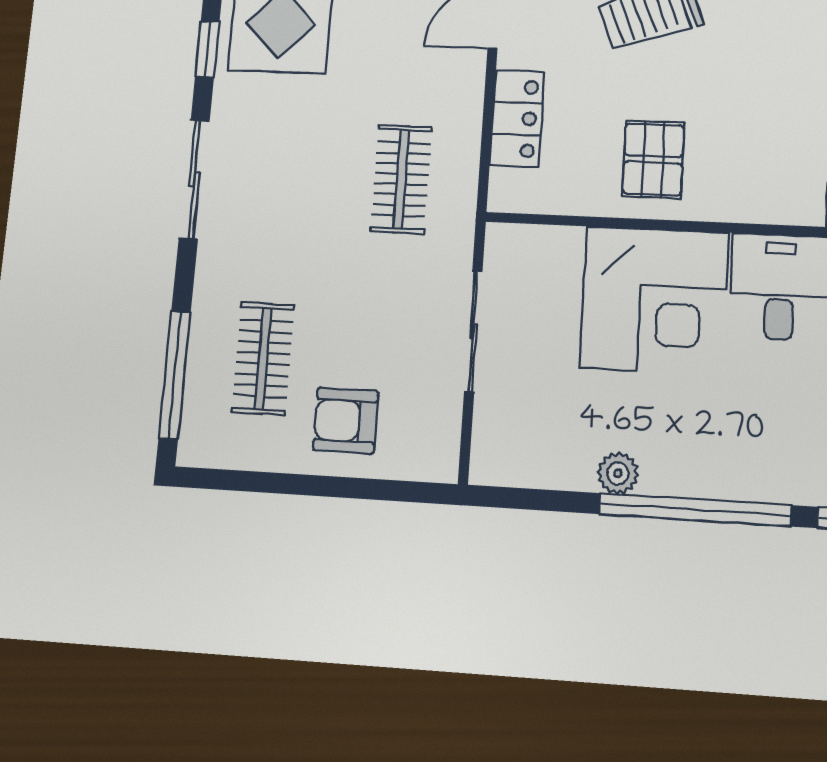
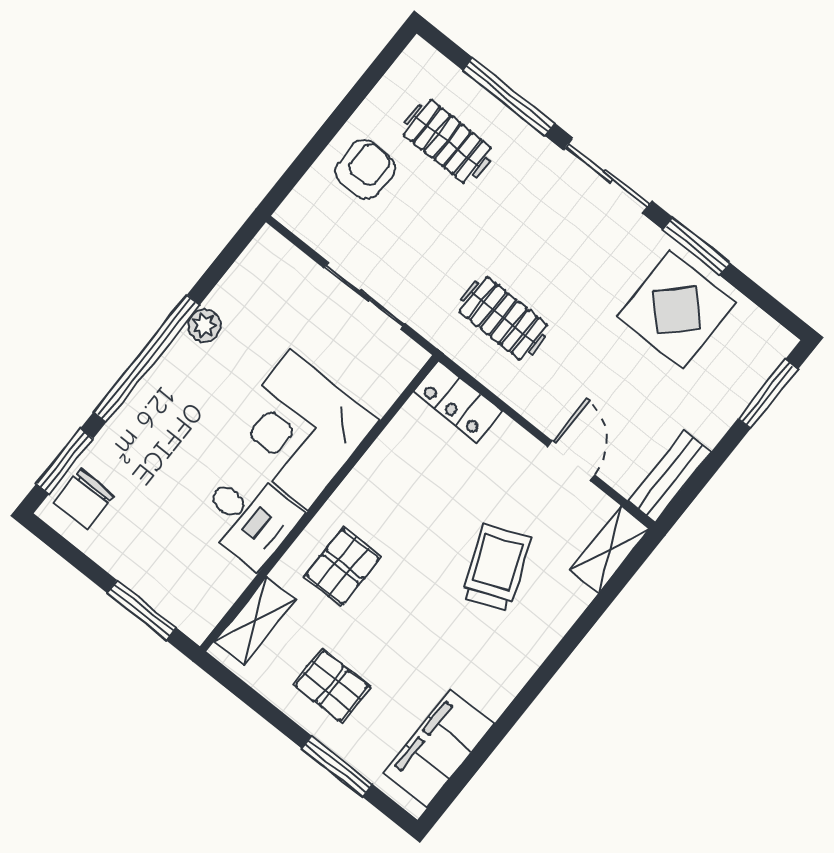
window: (207, 49) -> (696, 246), width x1.50
locker: (517, 119) -> (458, 401), moved
pallet: (653, 159) -> (343, 567), moved, turned 90
window: (175, 375) -> (509, 97), moved

